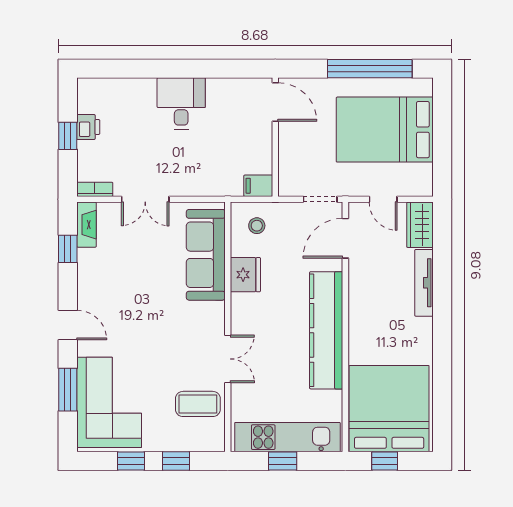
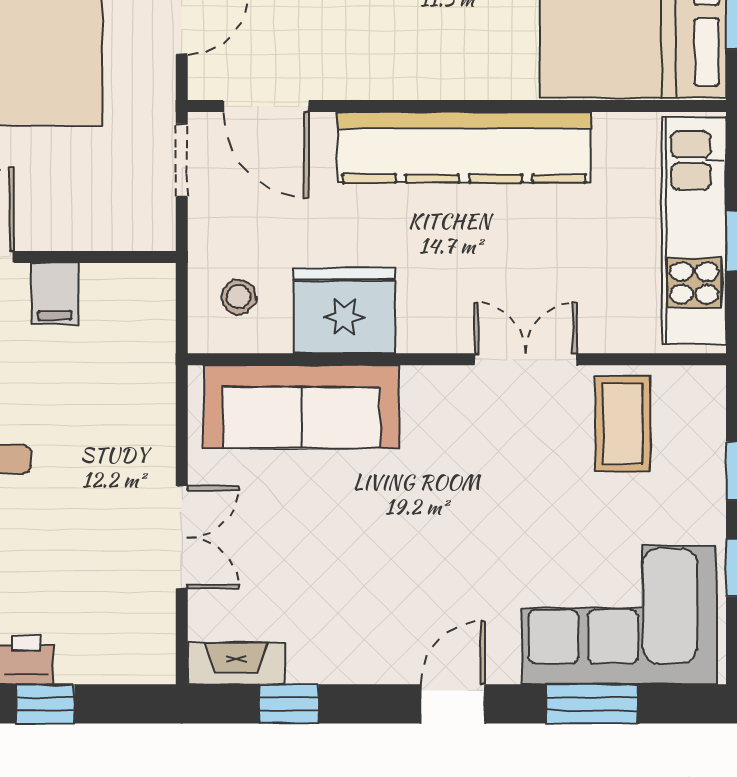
filing cabinet: (258, 186) -> (55, 294), moved
bookcase: (95, 189) -> (160, 646), removed
fridge: (245, 275) -> (344, 310), width x1.36, depth x1.34

